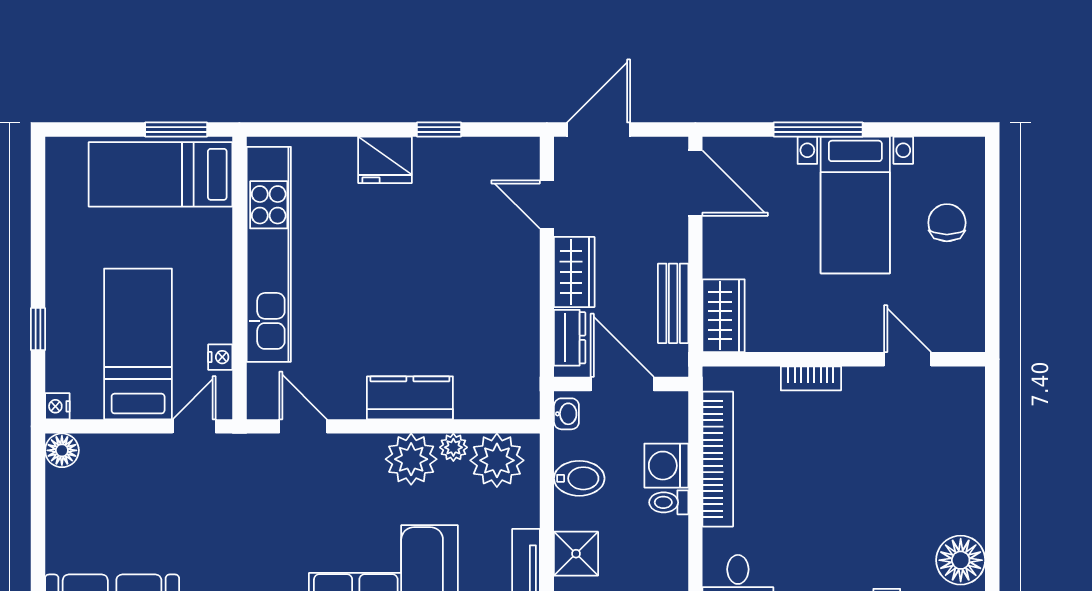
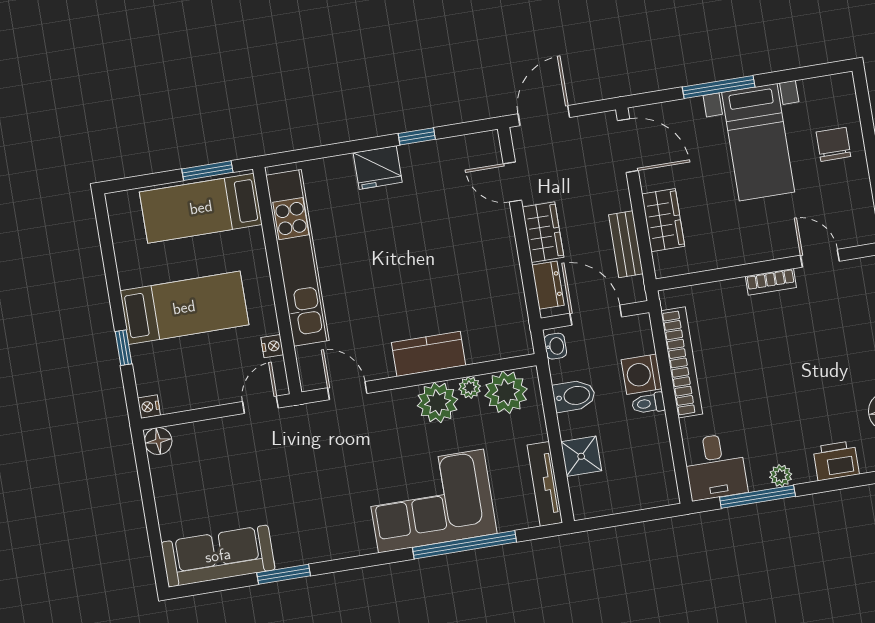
wardrobe: (724, 316) -> (663, 220), moved
bed: (138, 344) -> (184, 308), moved, turned 90
bookcase: (811, 378) -> (771, 282), moved

